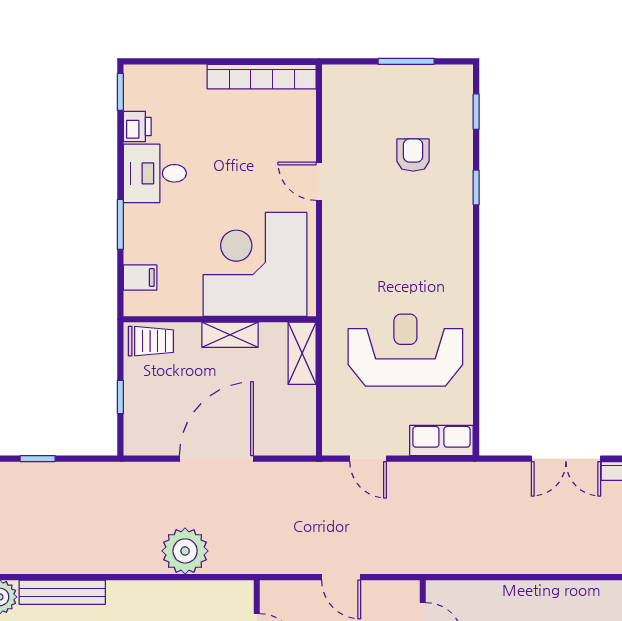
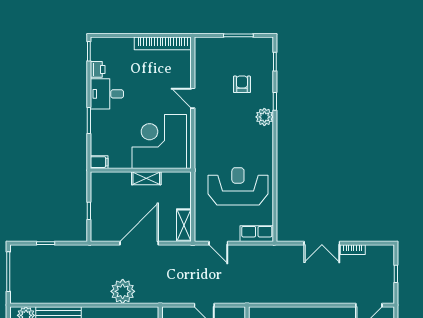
plant: (456, 217) -> (264, 117), added
filing cabinet: (140, 278) -> (99, 162), moved
trolley: (151, 341) -> (105, 182), removed
shelving: (302, 353) -> (184, 225), moved

